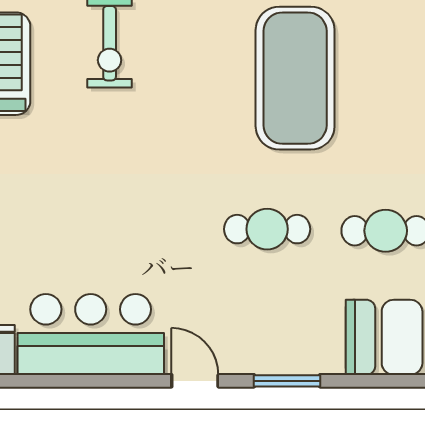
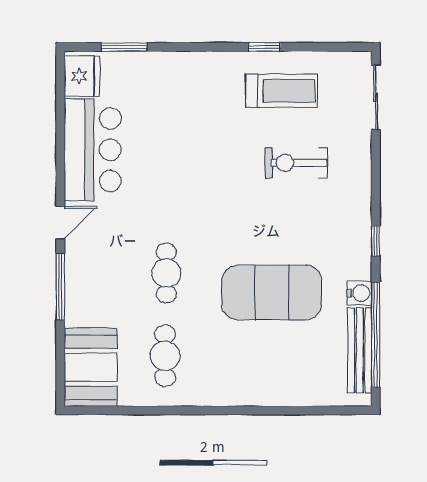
window: (287, 381) -> (60, 287), width x1.44

